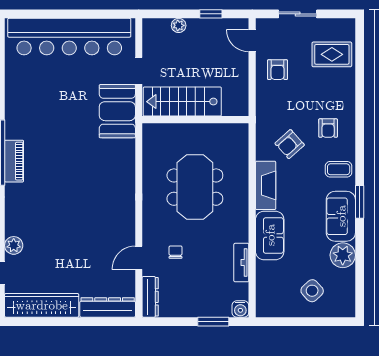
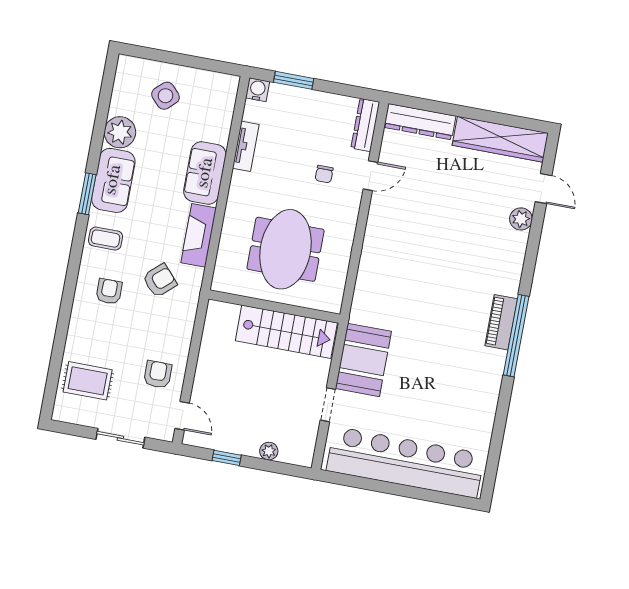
stairs: (182, 102) -> (286, 332), moved
wall: (195, 120) -> (274, 307), moved

